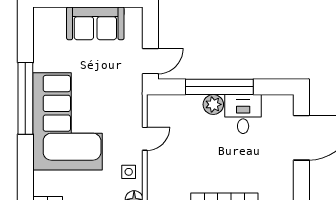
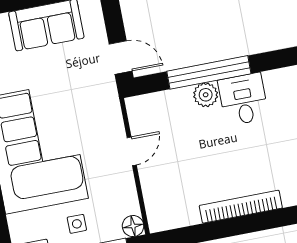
door: (150, 61) -> (121, 57), hinge flipped
side table: (129, 172) -> (77, 224), moved

